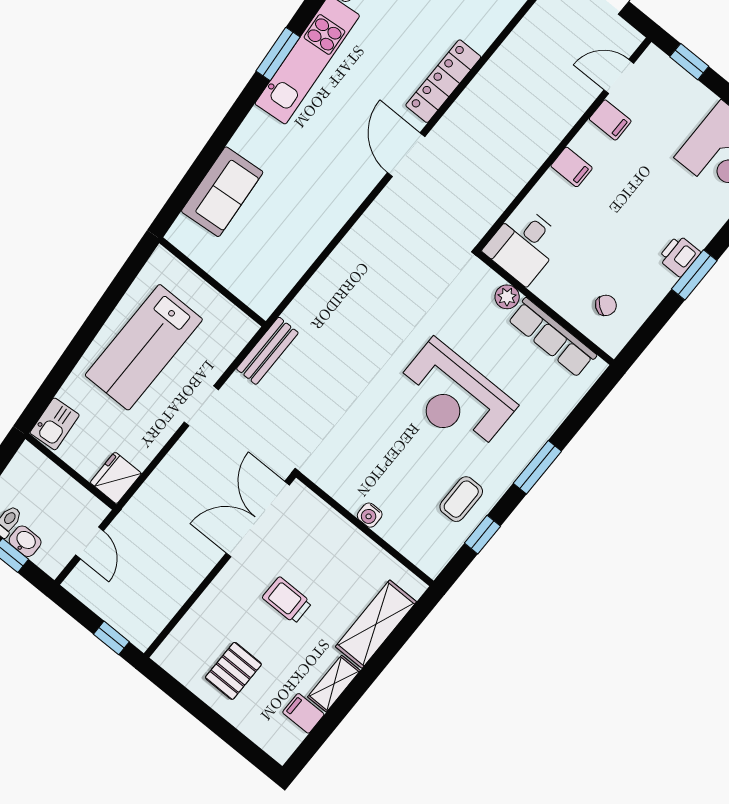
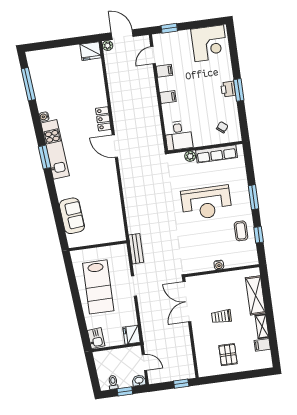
locker: (443, 81) -> (103, 119), width x0.66
washbasin: (25, 541) -> (139, 381), moved

